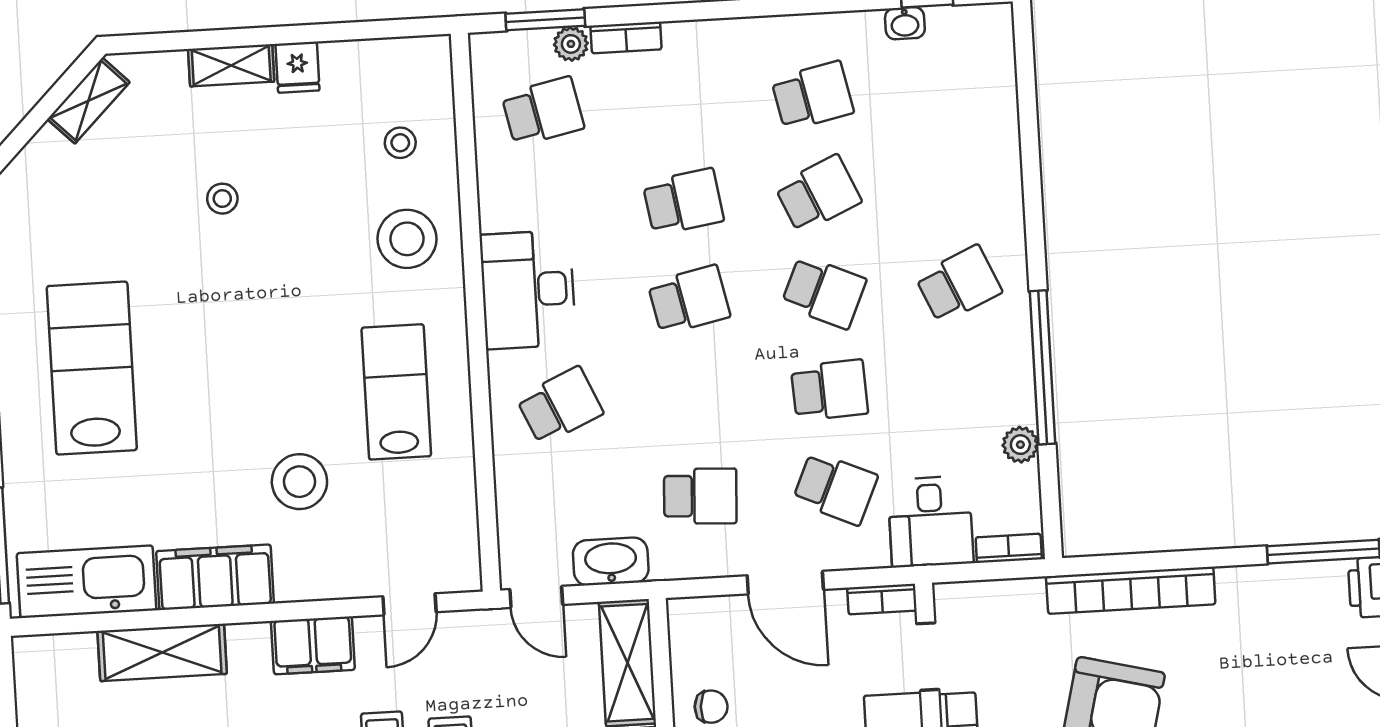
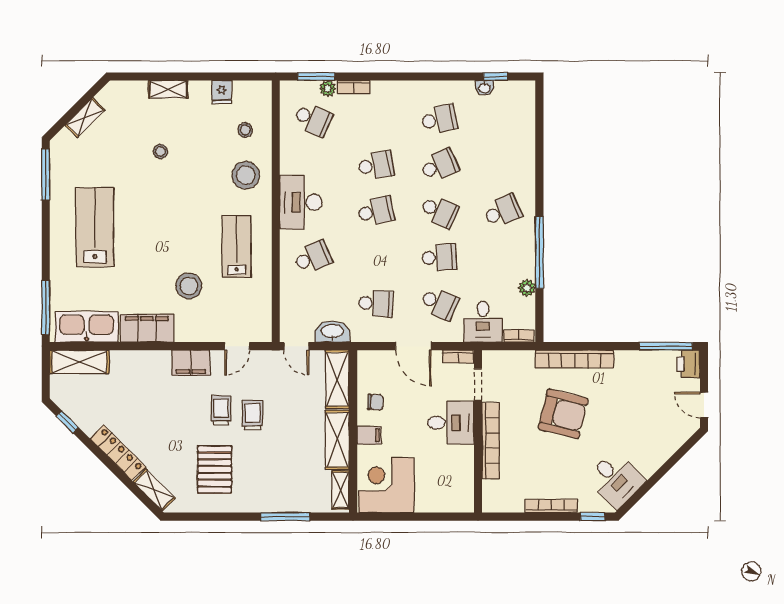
fridge: (297, 67) -> (222, 92), moved
shelving: (88, 101) -> (85, 118), moved
school desk: (543, 111) -> (313, 119), turned 36
shelving: (162, 652) -> (79, 362), moved

